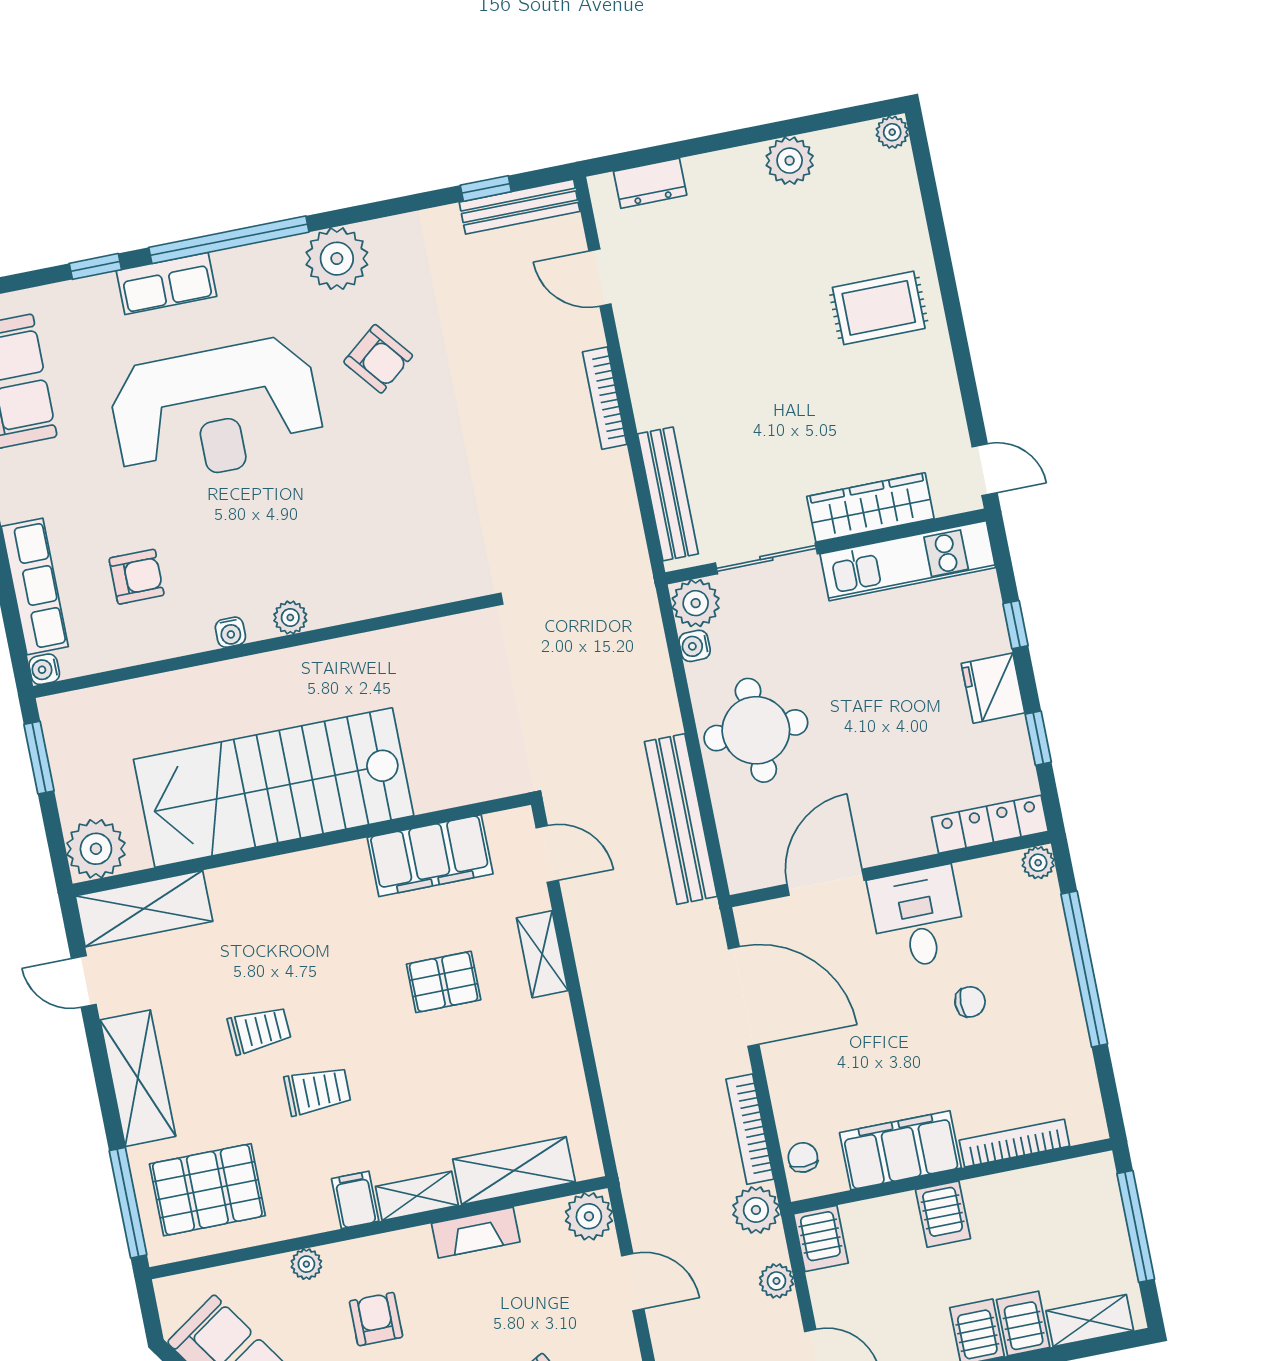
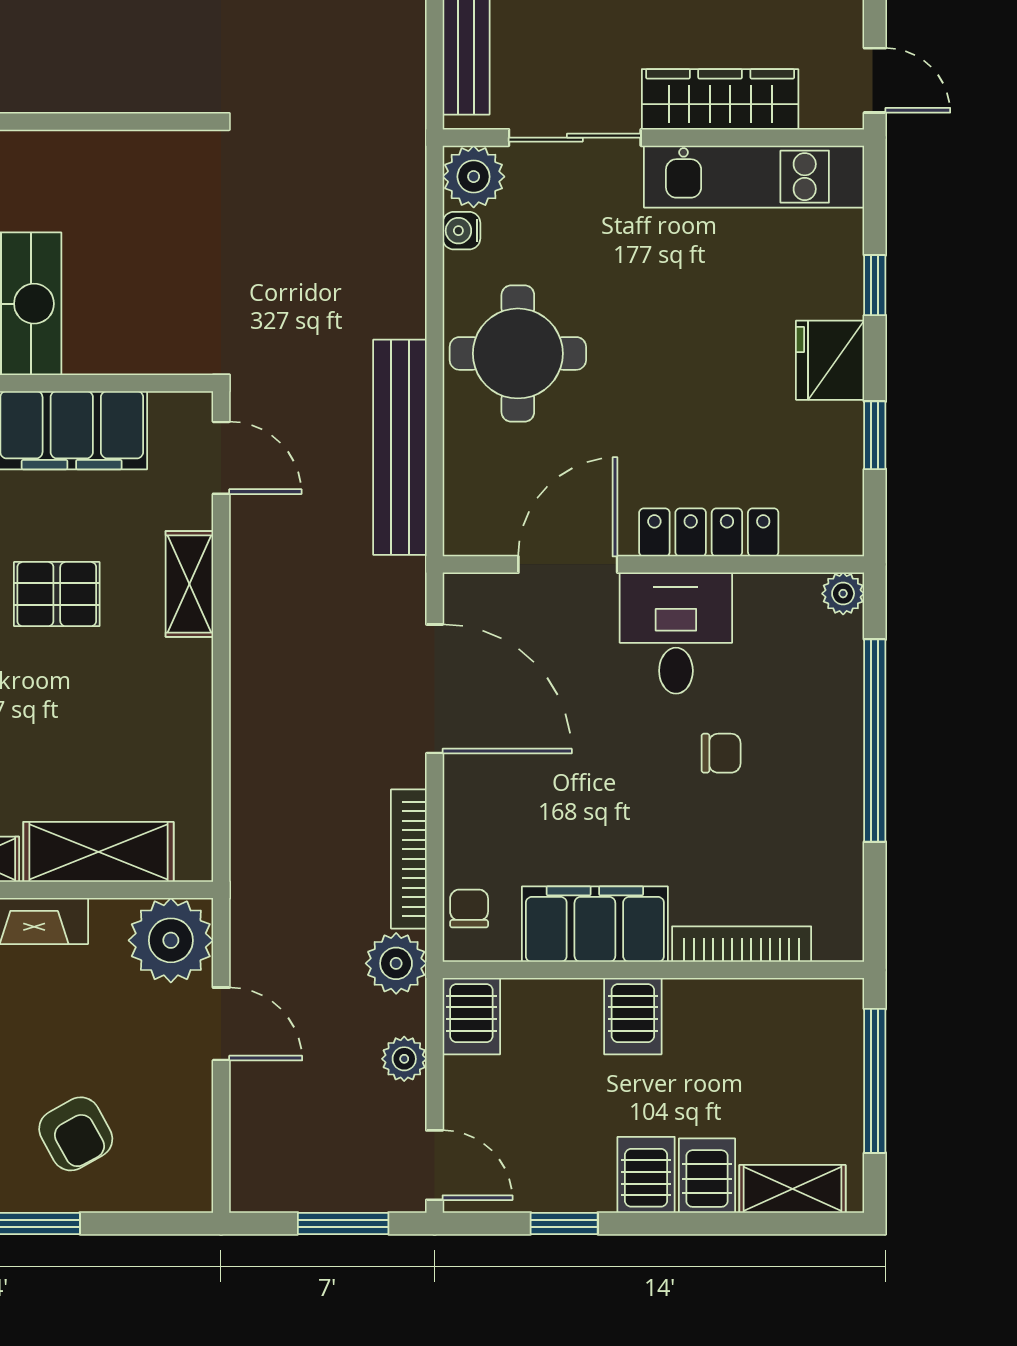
locker: (990, 824) -> (709, 532), moved
plant: (589, 1216) -> (171, 940), width x1.36, depth x1.36

